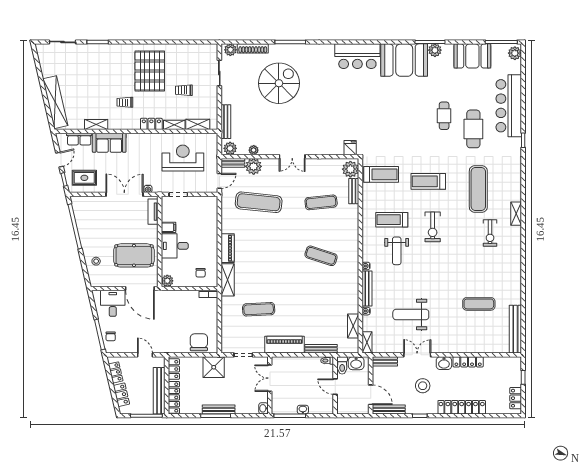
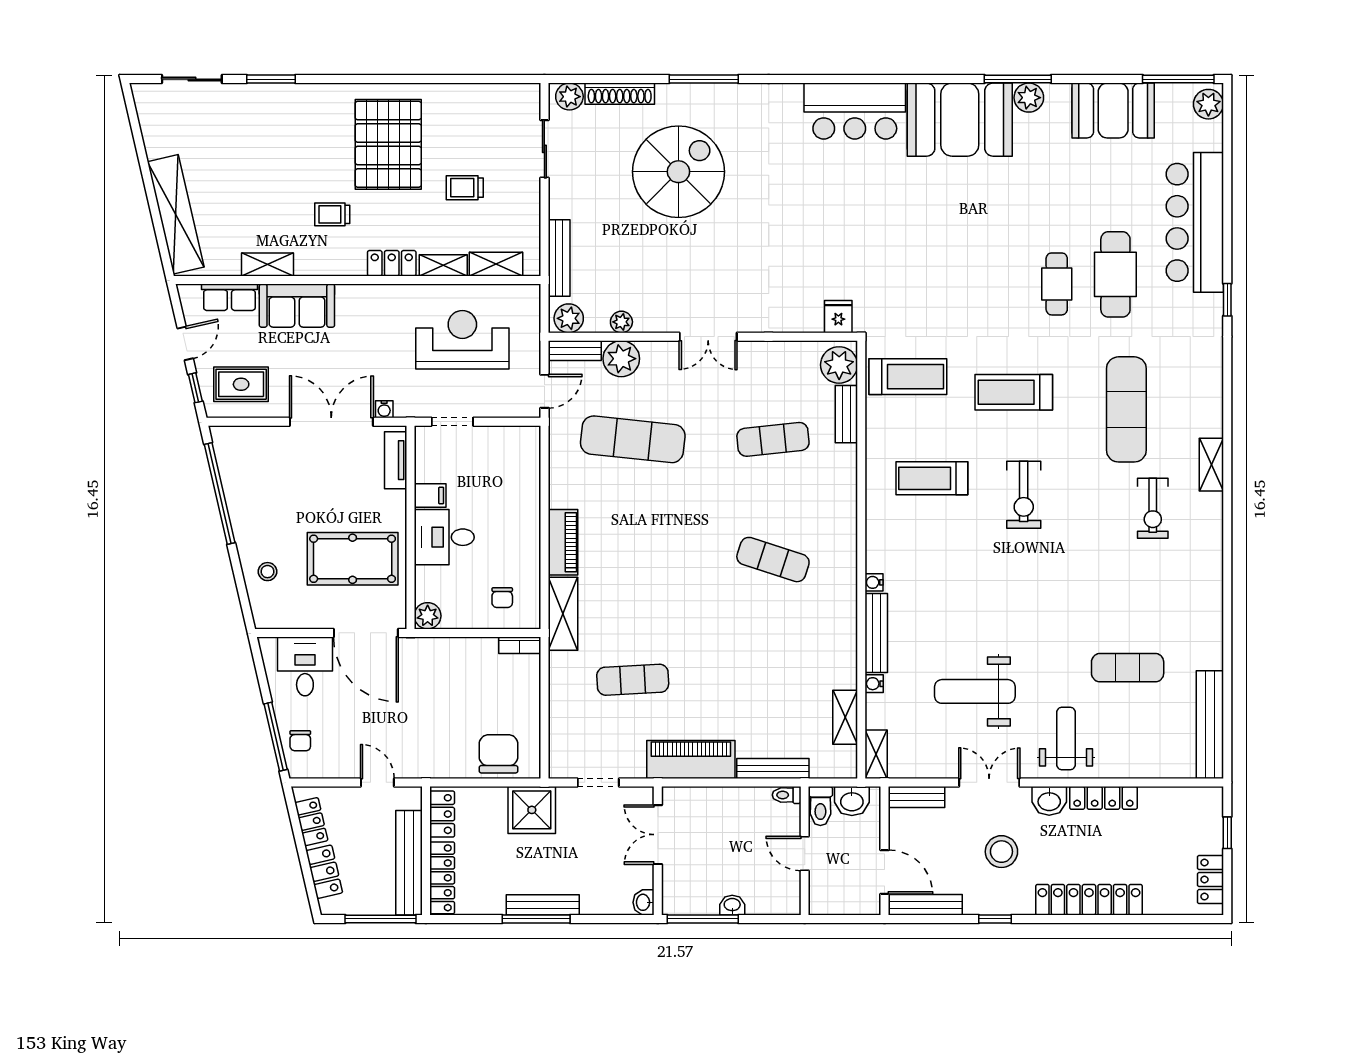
cafe table: (444, 116) -> (1057, 284), moved
weight bench: (397, 251) -> (1066, 739), moved, turned 180

